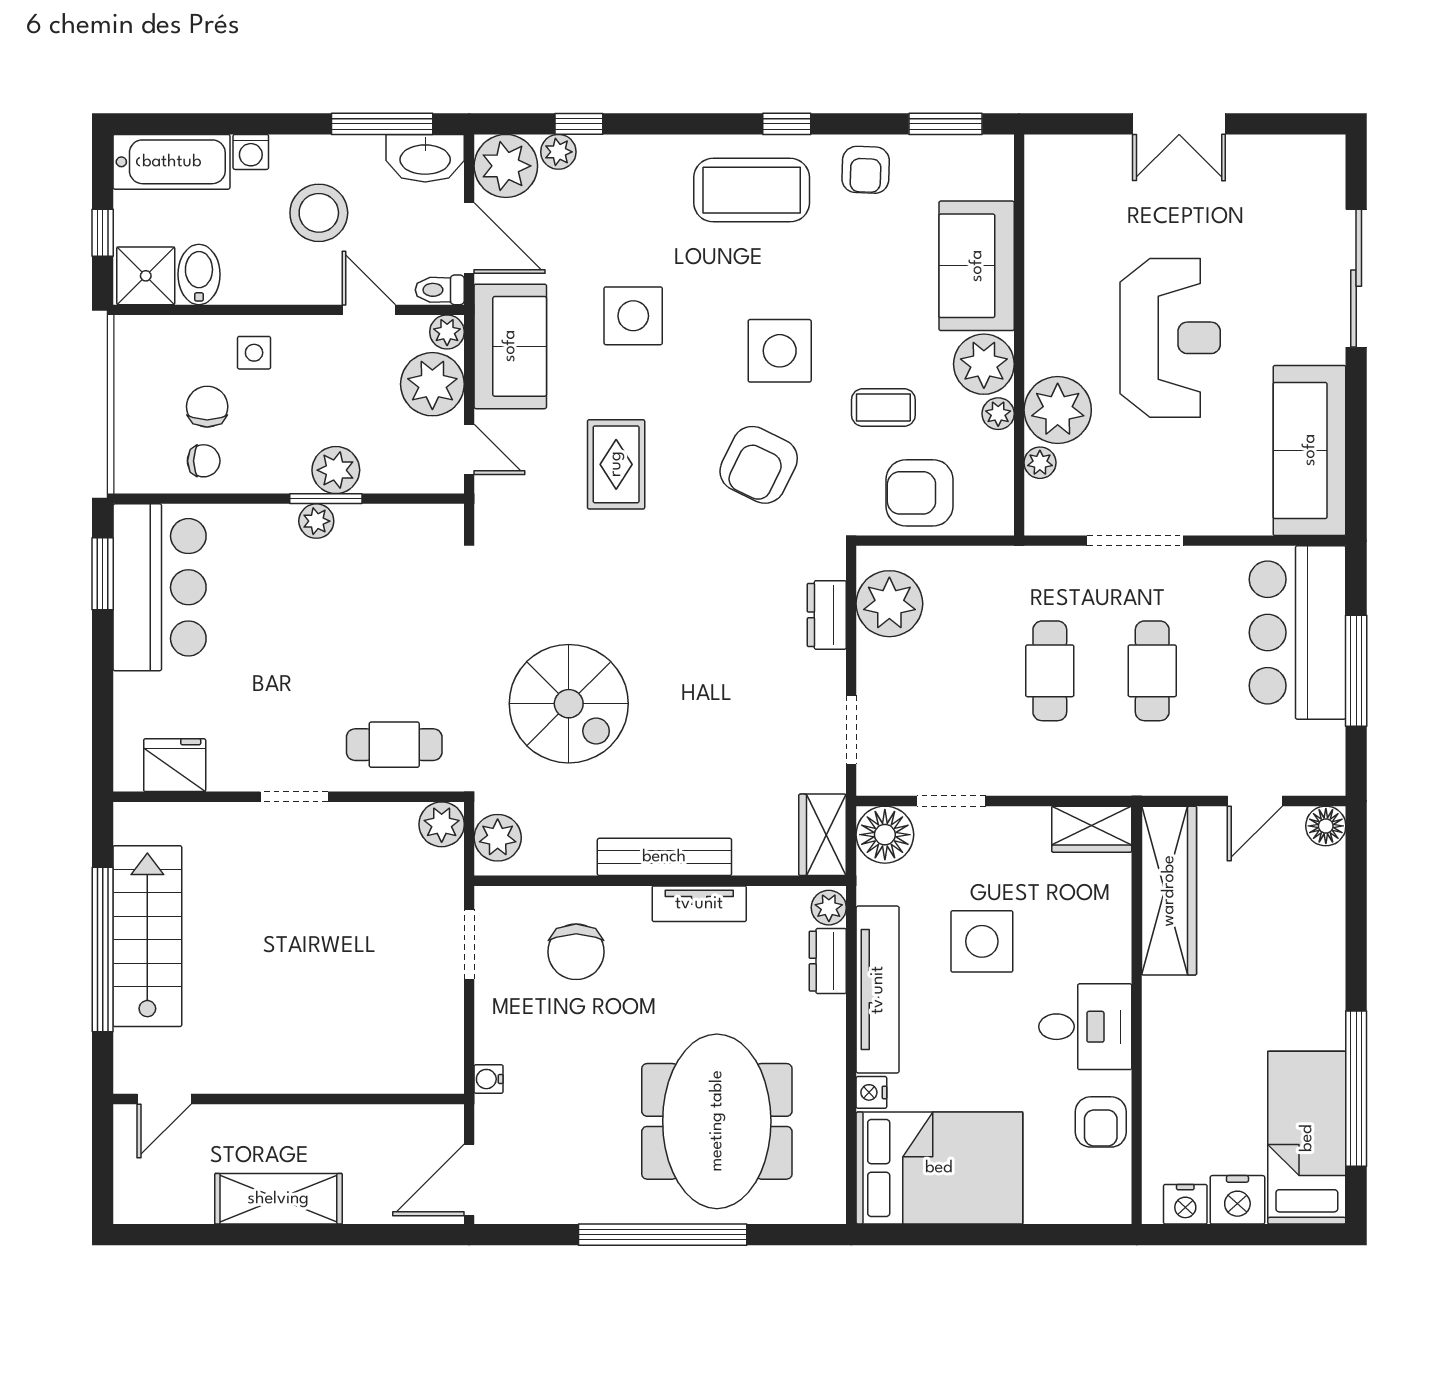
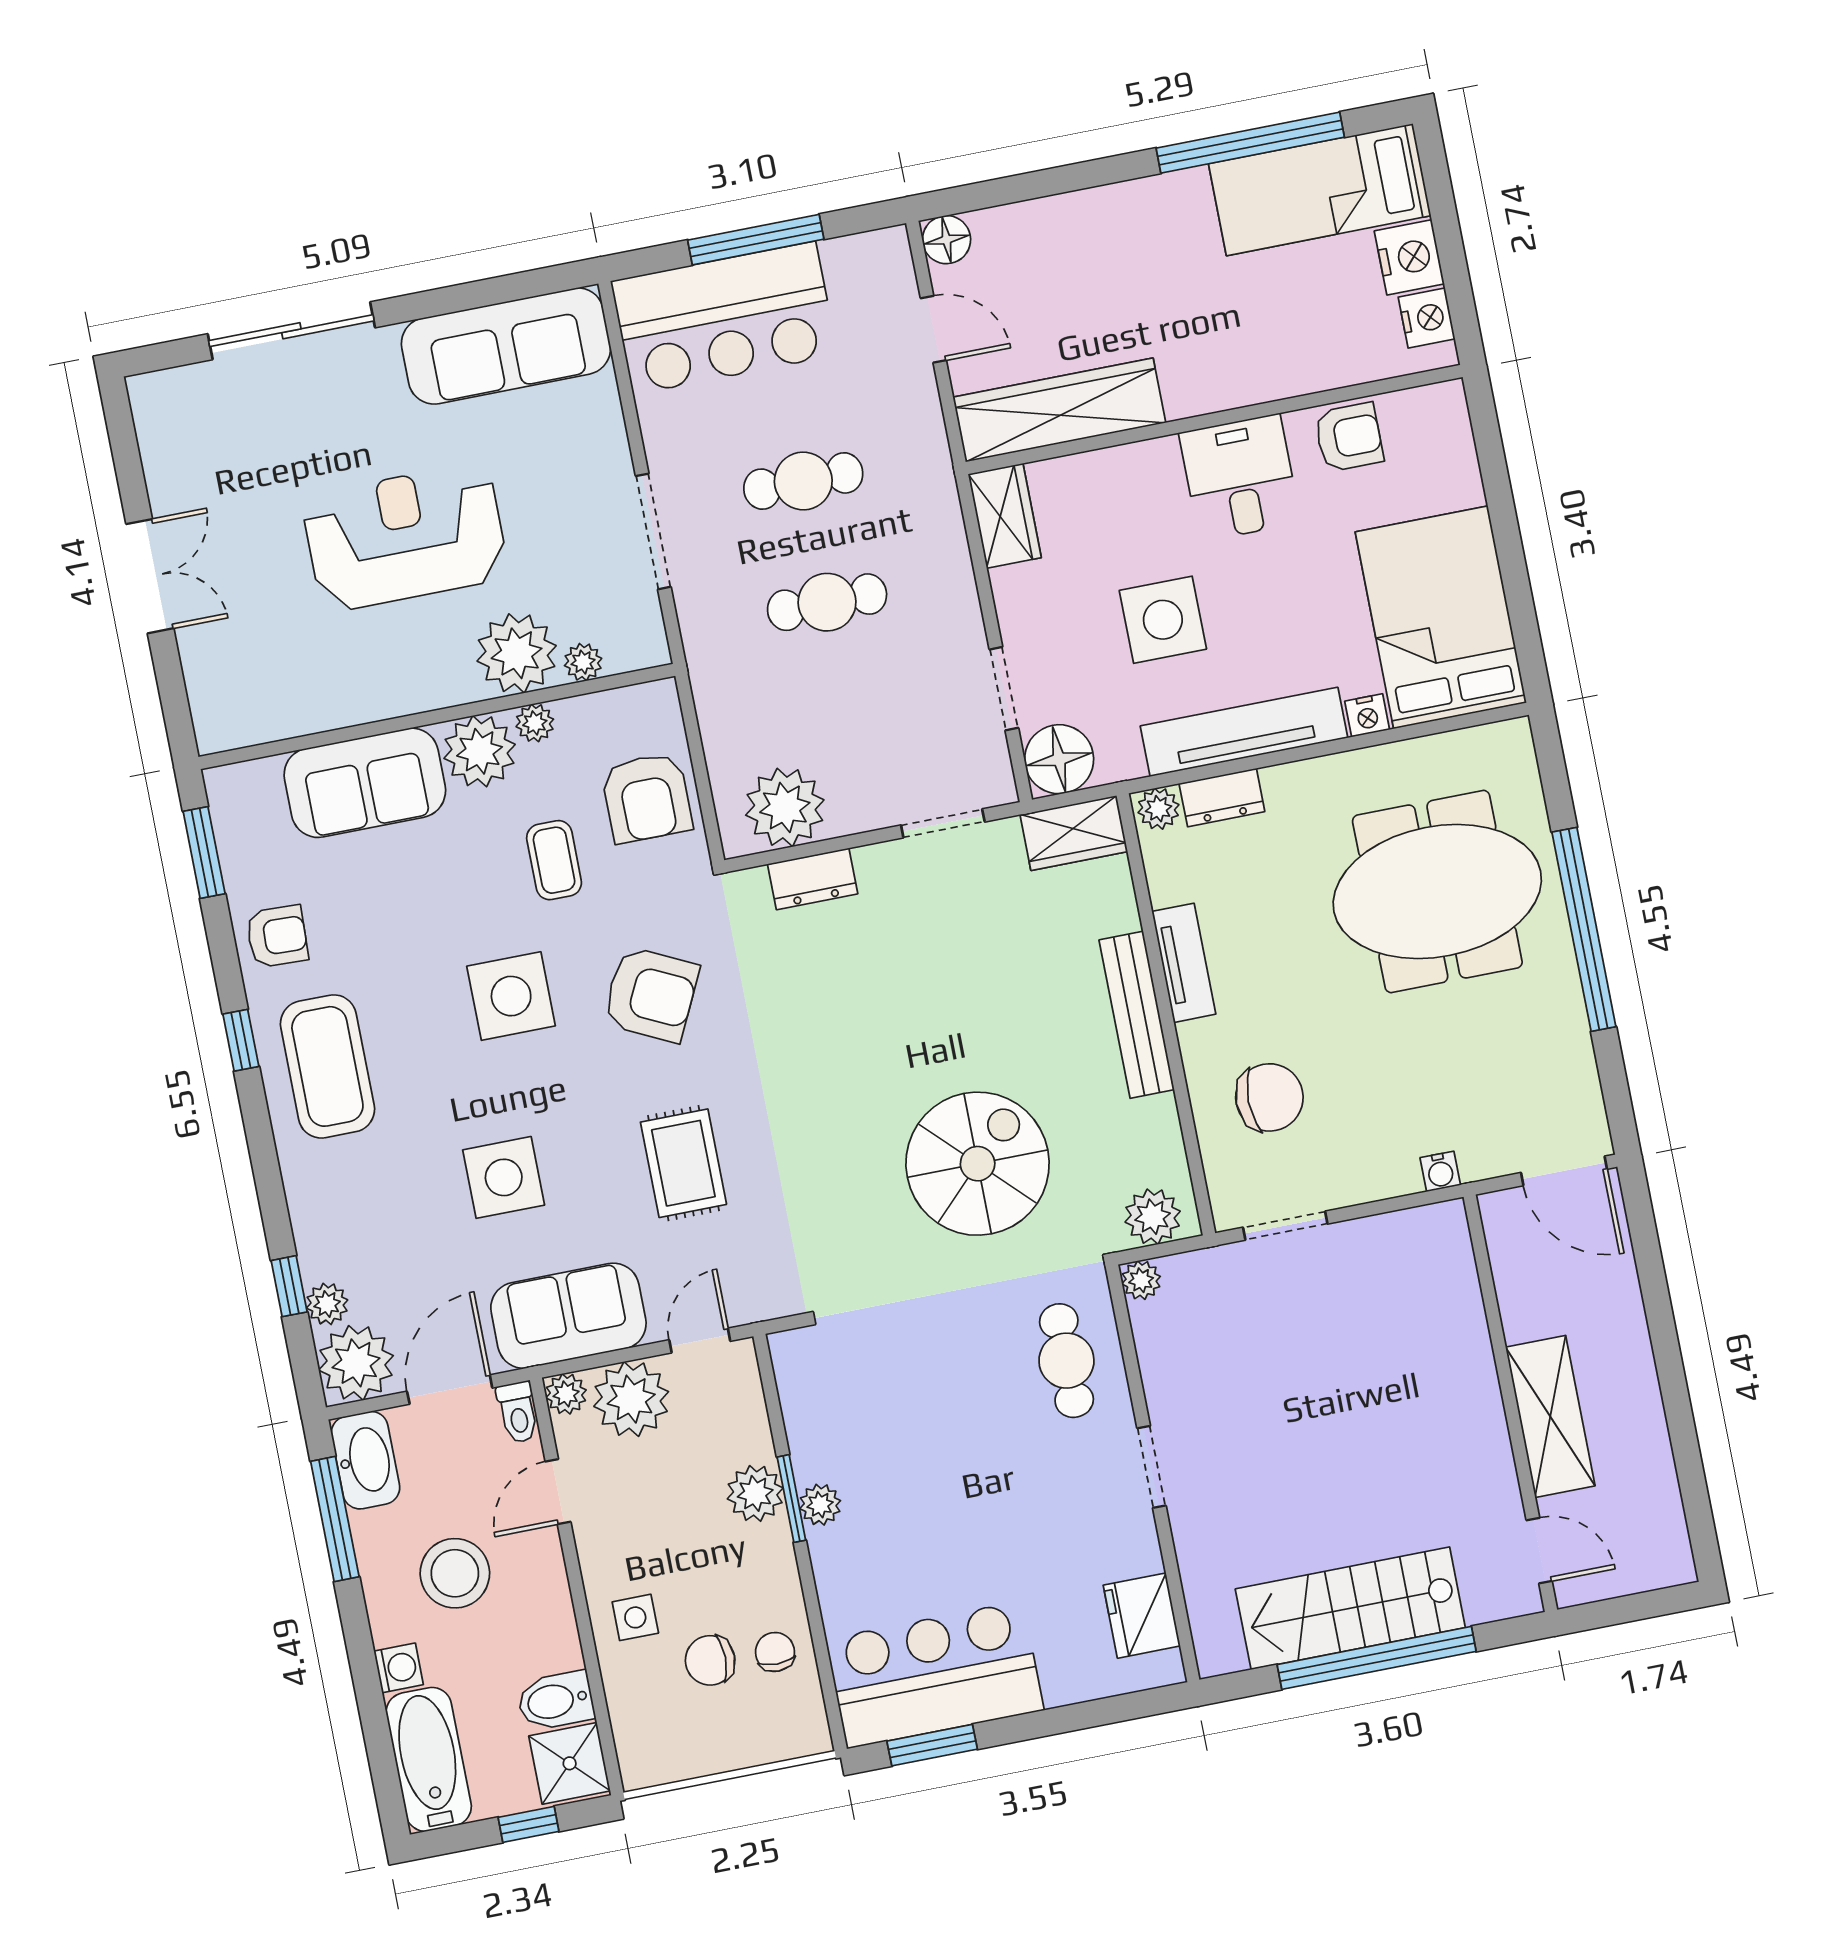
rug: (616, 464) -> (683, 1163), turned 90
plant: (442, 824) -> (1141, 1280), width x0.73, depth x0.73
shelving: (278, 1199) -> (1550, 1416), moved

